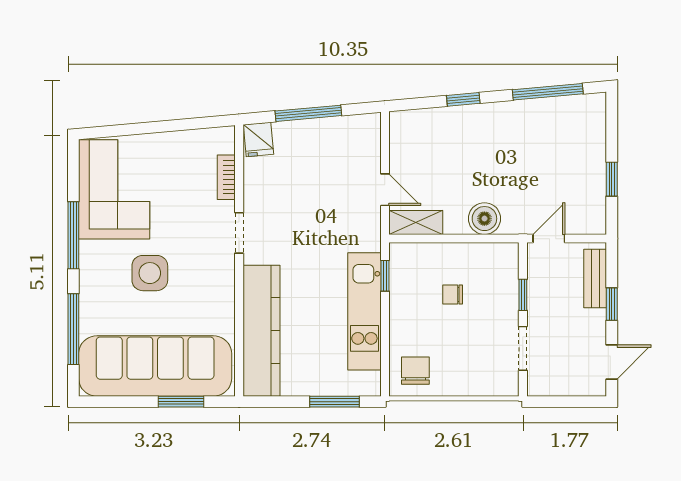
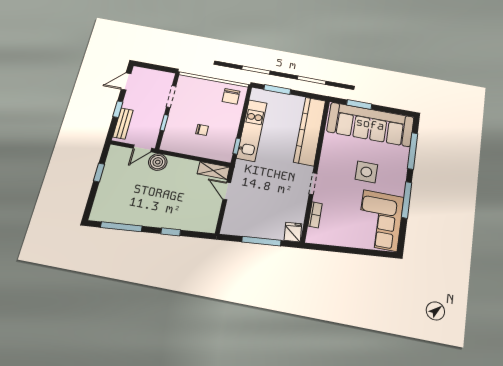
boiler: (484, 219) -> (158, 162), moved

